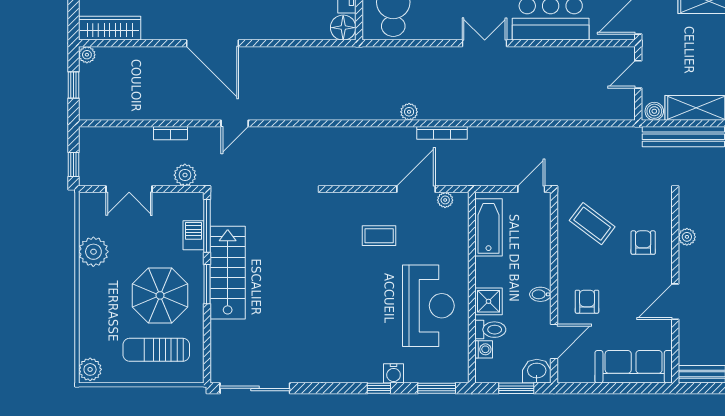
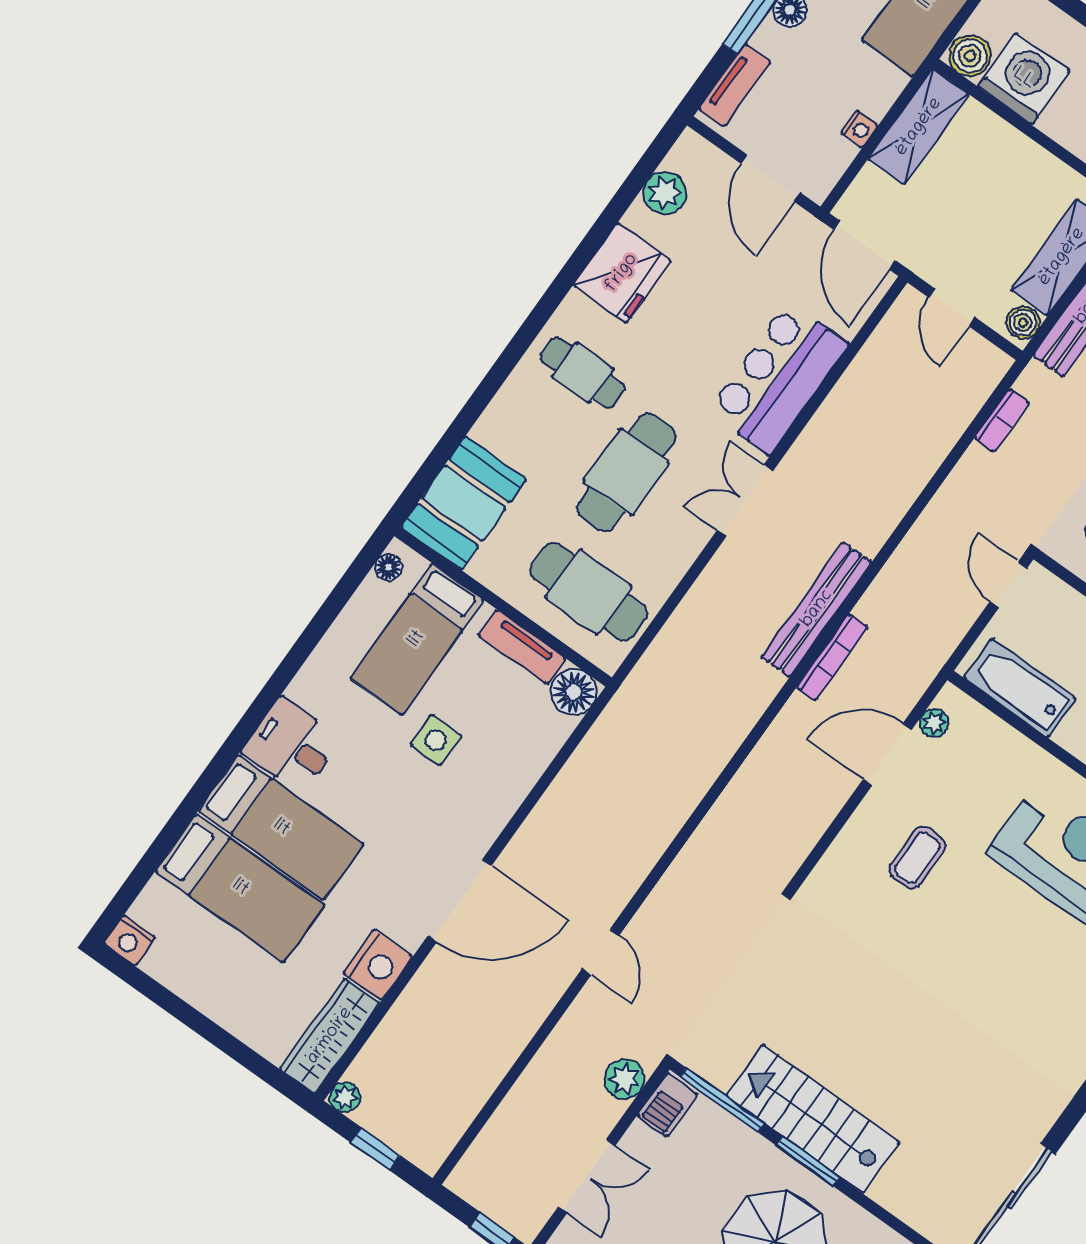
nightstand: (157, 27) -> (378, 965), added
bench: (459, 111) -> (817, 609), added
plant: (409, 112) -> (766, 683), removed
bookcase: (170, 133) -> (1002, 420), moved
door: (416, 189) -> (887, 754), hinge flipped
barbecue: (193, 235) -> (667, 1105), moved, turned -90

